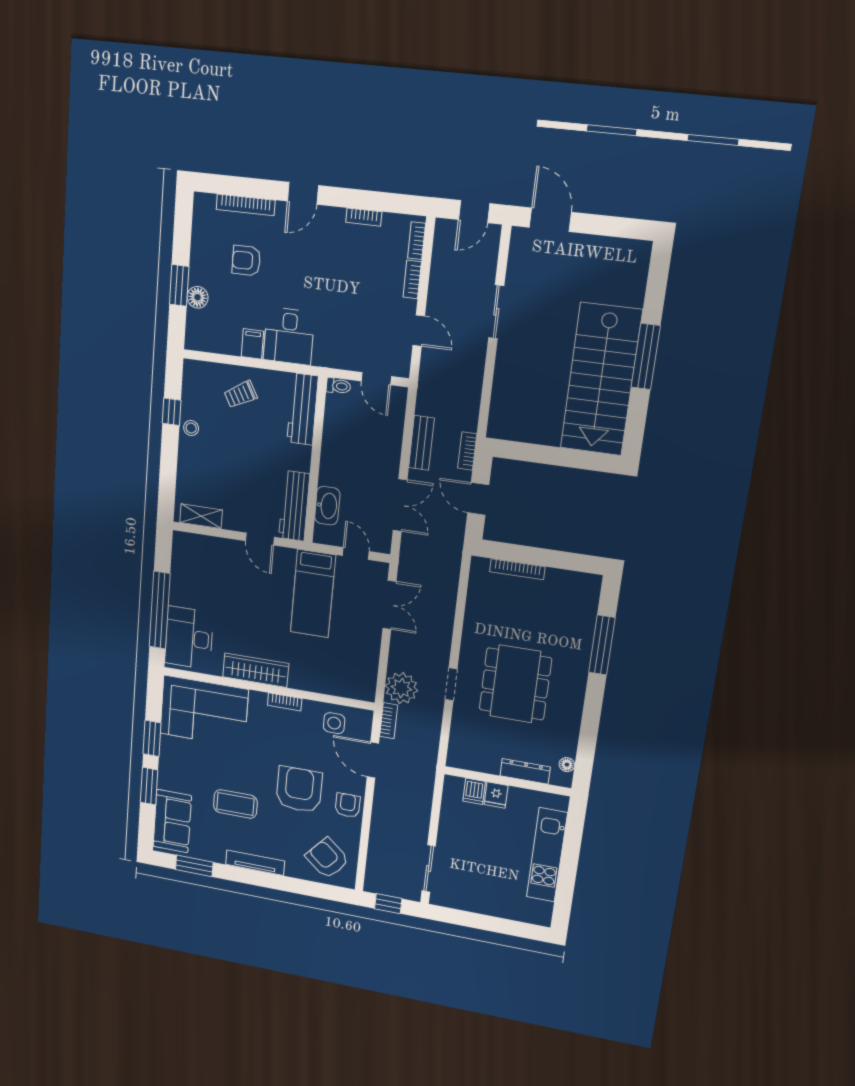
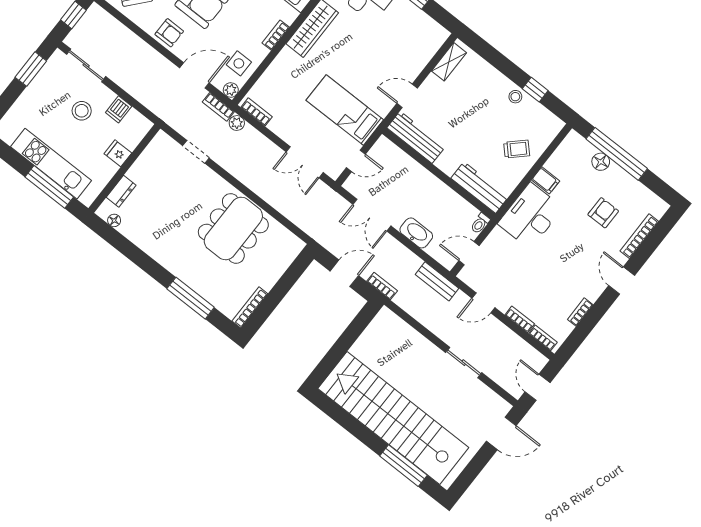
window: (179, 285) -> (617, 154), width x2.11
desk: (289, 336) -> (530, 216), width x1.37
window: (646, 356) -> (403, 466), moved
stairs: (601, 379) -> (393, 418), width x1.36
trolley: (241, 394) -> (517, 149), turned 75
bench: (421, 443) -> (437, 281), moved
washbasin: (327, 506) -> (416, 233), moved, turned 180
bookcase: (517, 569) -> (250, 307), moved
bookcase: (370, 680) -> (257, 112), added
doorway: (451, 684) -> (196, 152), moved
dining table: (515, 684) -> (233, 228), moved, turned 90
plant: (401, 688) -> (237, 123), width x0.53, depth x0.53
plant: (365, 717) -> (231, 90), added
dresser: (525, 771) -> (121, 191), width x0.70
dishwasher: (474, 791) -> (119, 109), moved, turned -90
window: (572, 845) -> (49, 187), added
stool: (476, 851) -> (82, 111), added
window: (465, 919) -> (31, 69), added

